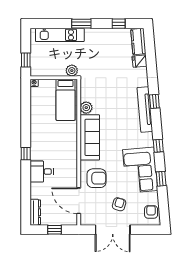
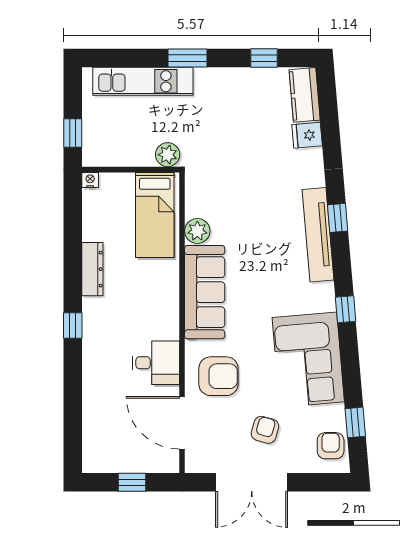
desk: (42, 172) -> (156, 363), moved, turned 180
window: (161, 179) -> (355, 422), moved
dresser: (35, 212) -> (92, 269), moved

